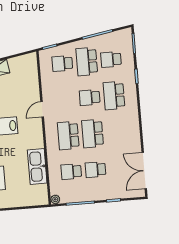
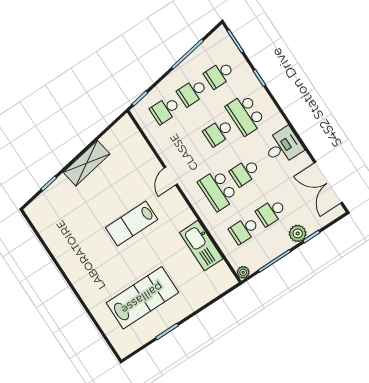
school desk: (87, 61) -> (192, 92), width x0.54
desk: (127, 130) -> (283, 146), added
school desk: (93, 134) -> (245, 172), width x0.54
plant: (106, 193) -> (298, 233), added

